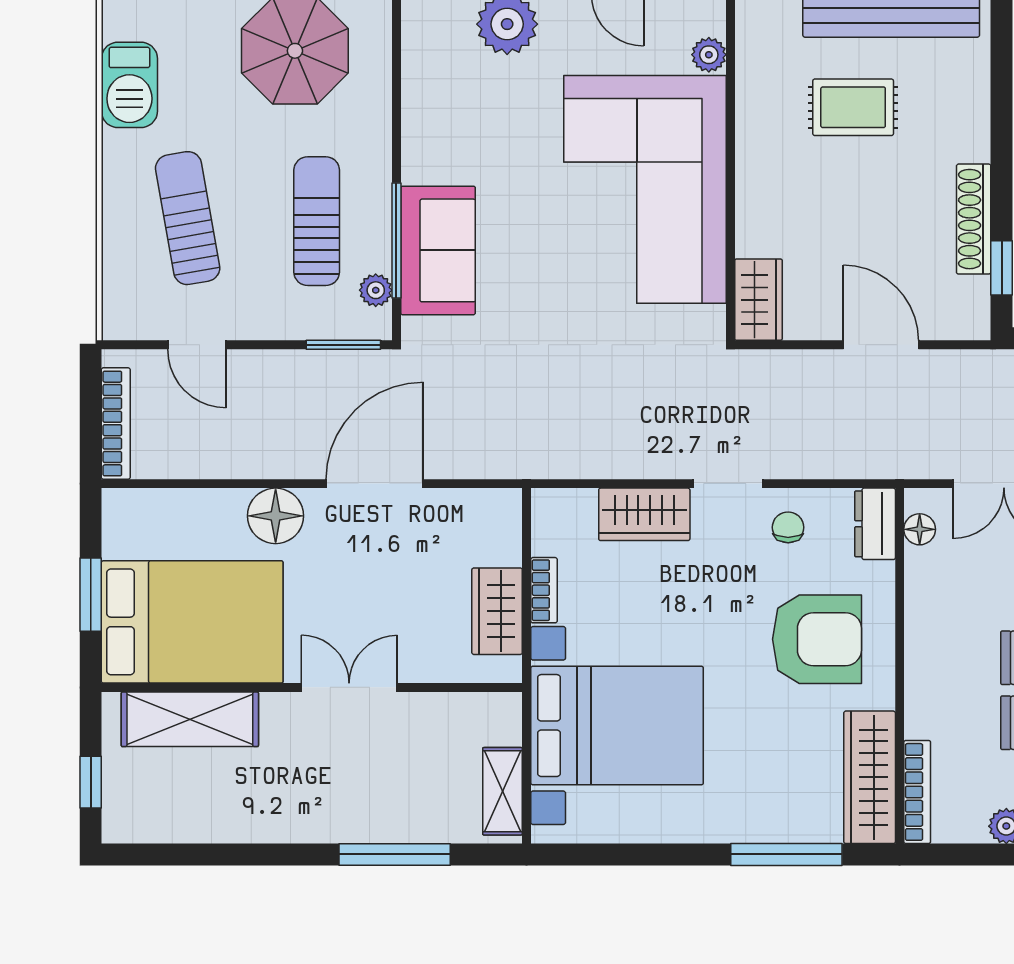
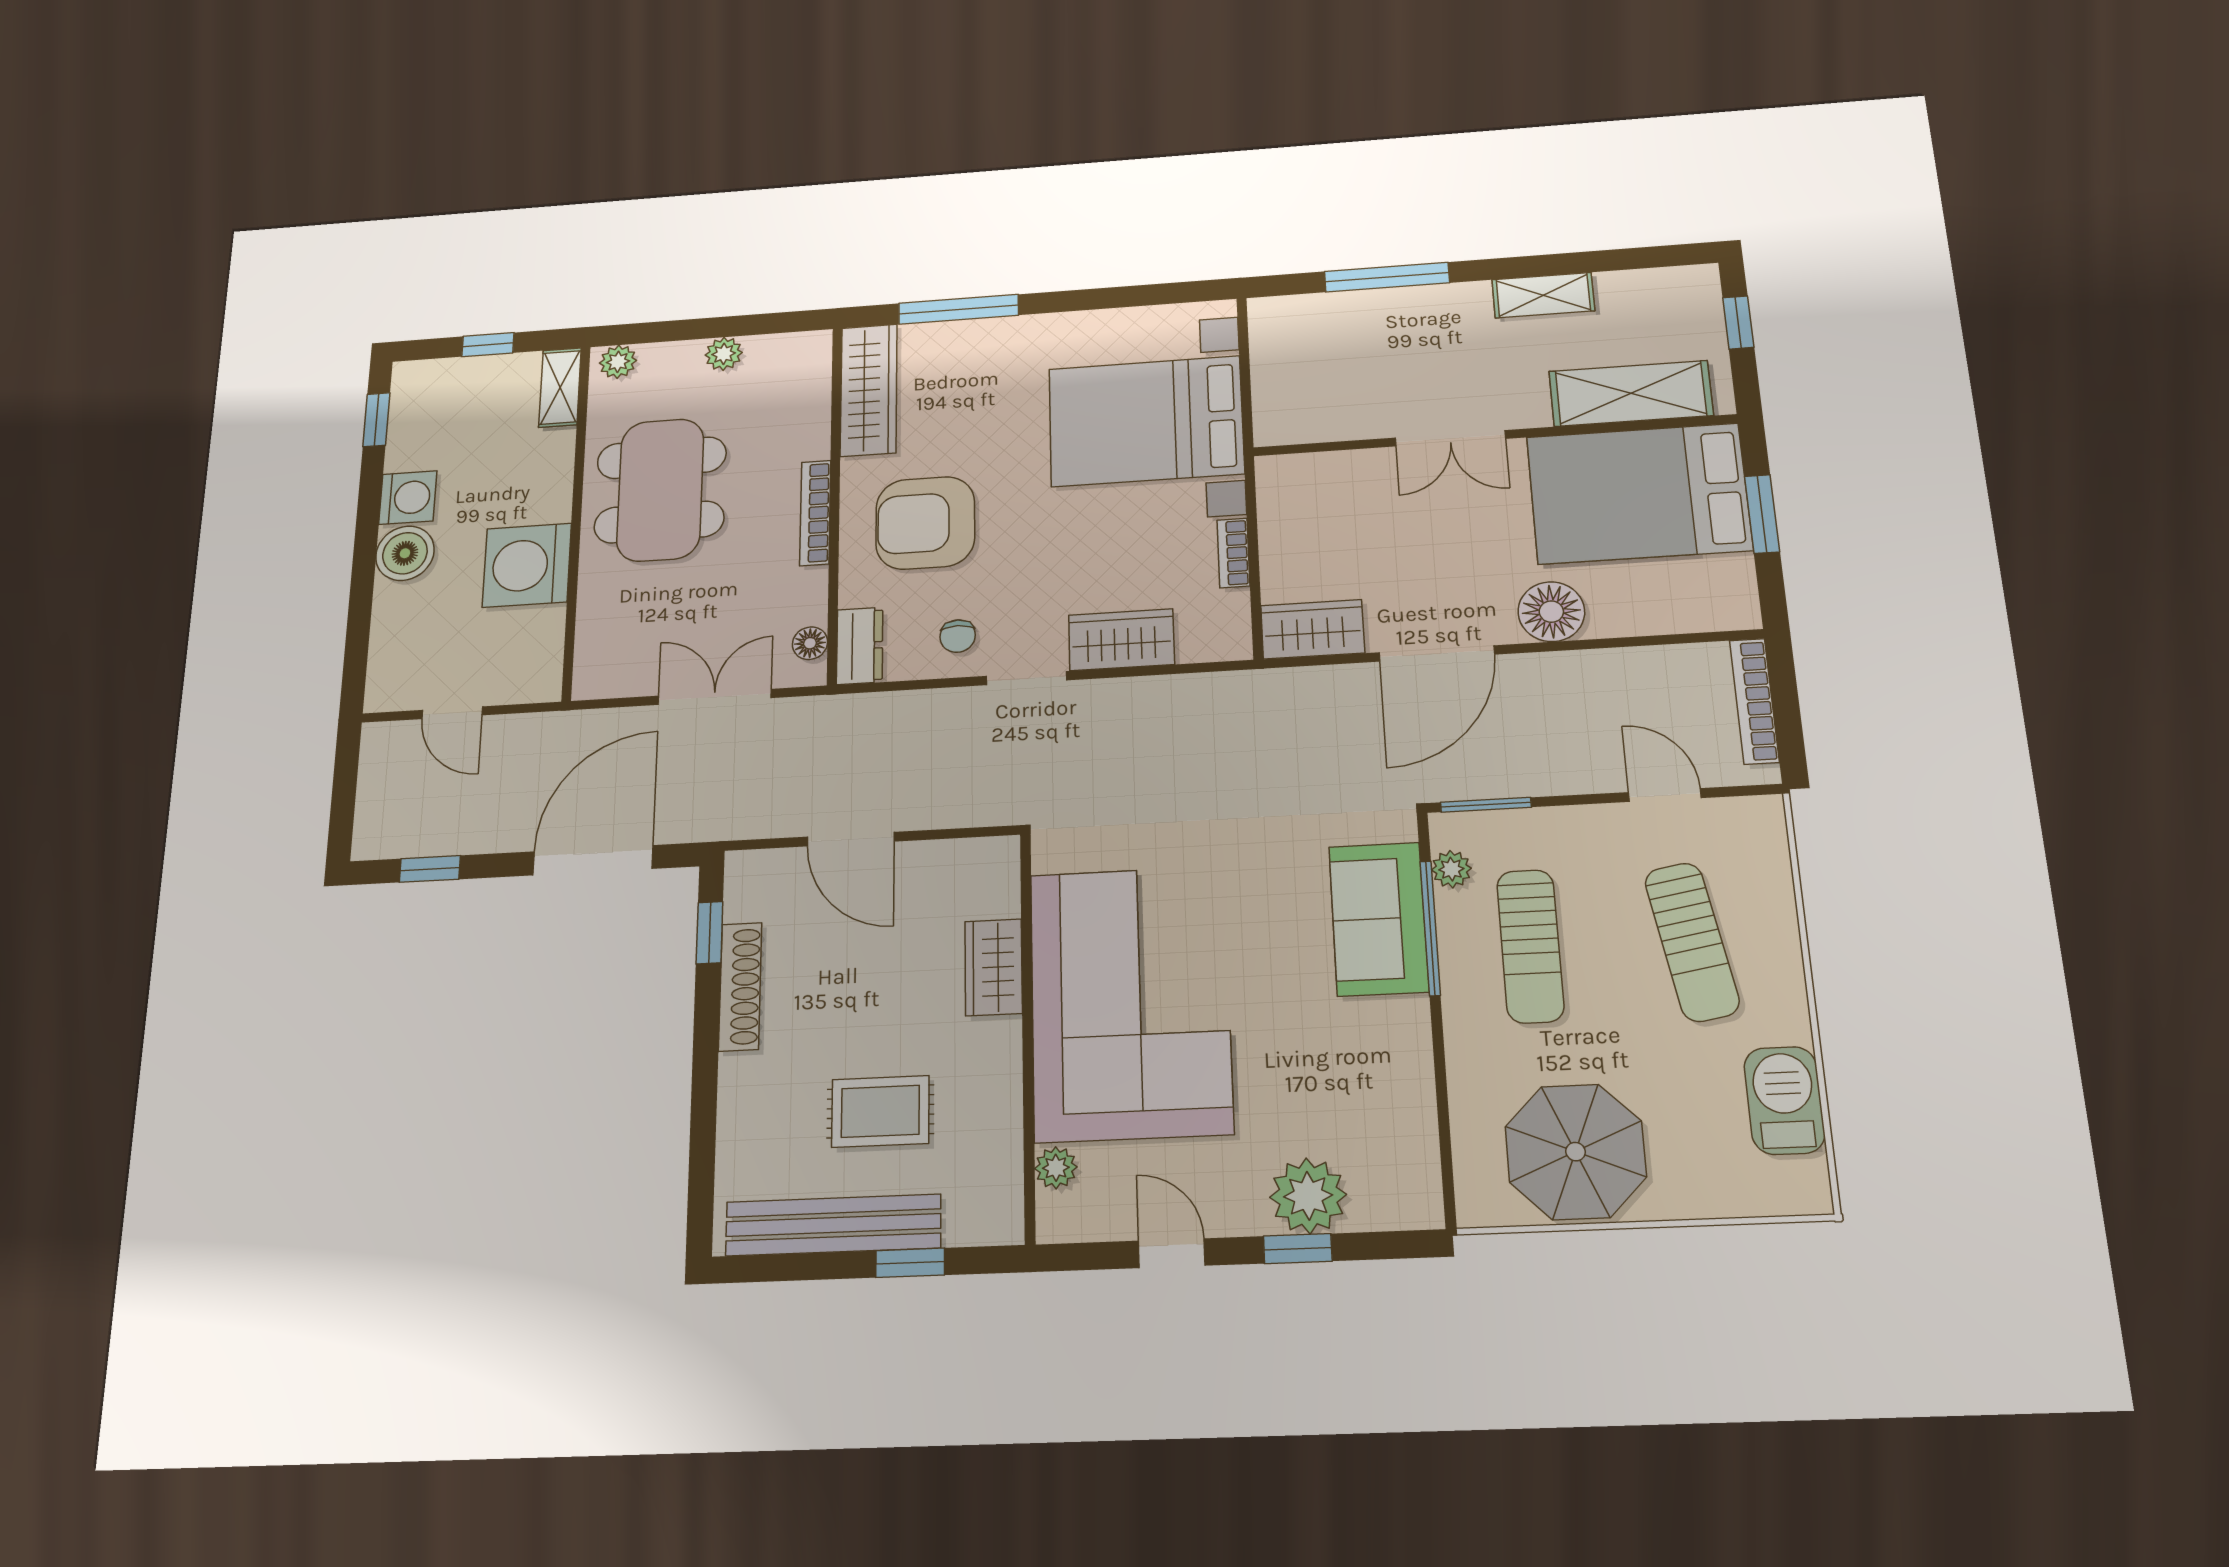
wardrobe: (758, 300) -> (994, 967), moved
wardrobe: (497, 611) -> (1313, 629), moved, turned -90
shelving: (503, 791) -> (1543, 295), moved, turned 90
bookcase: (917, 792) -> (815, 513), moved

